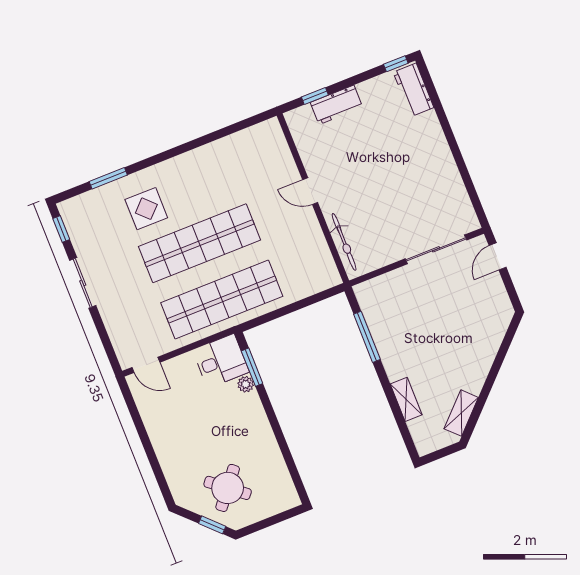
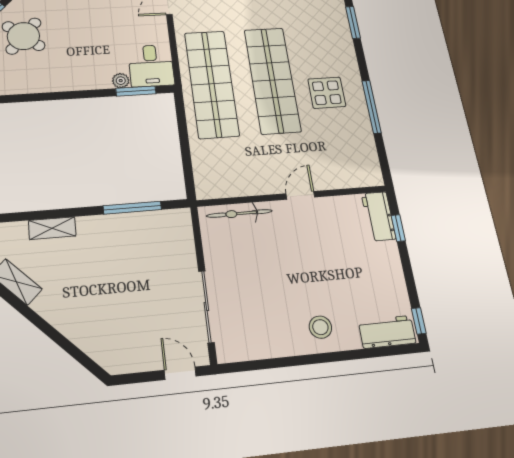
workbench: (336, 105) -> (379, 216), moved
window: (198, 142) -> (372, 107), added
stool: (426, 148) -> (320, 327), added
display table: (146, 209) -> (327, 93), moved

